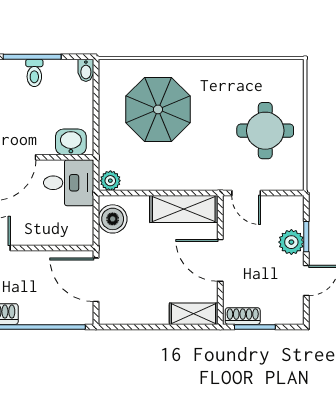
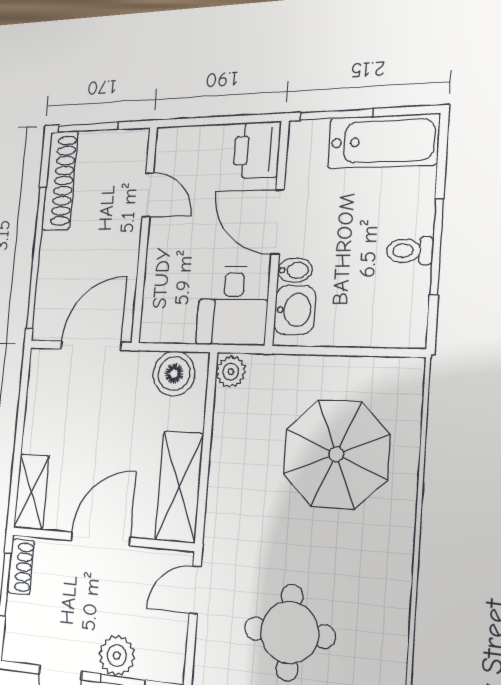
bidet: (86, 70) -> (295, 270), moved, turned 180

